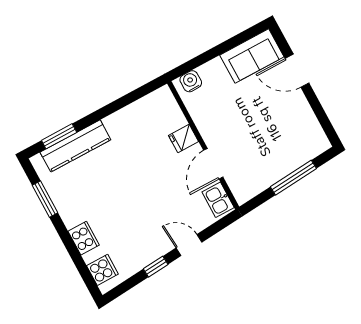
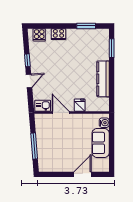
sofa: (252, 56) -> (101, 143), moved
kitchen counter: (75, 146) -> (103, 79), moved

